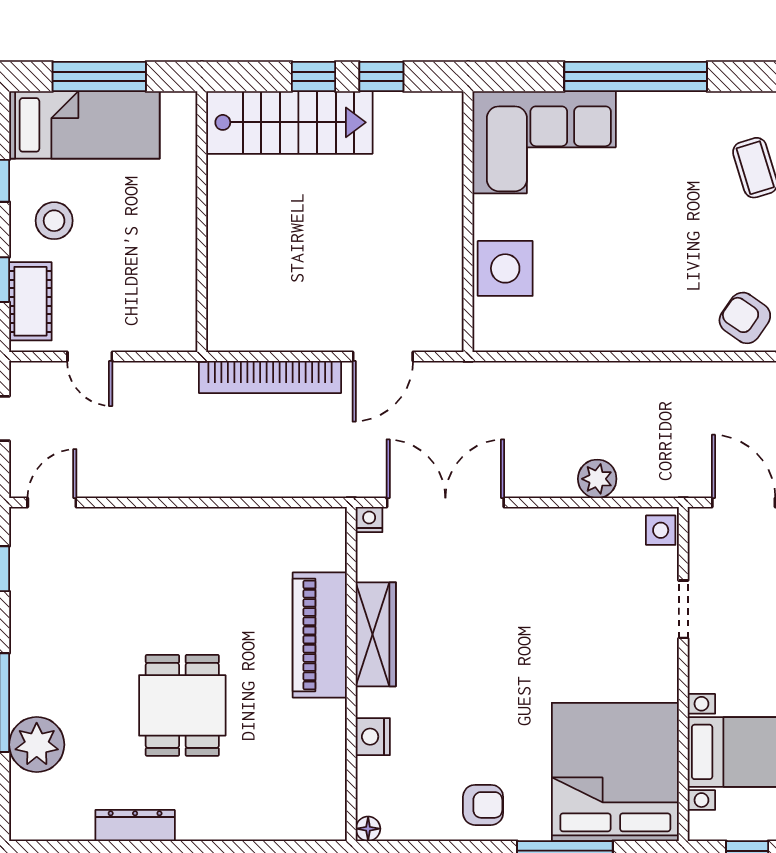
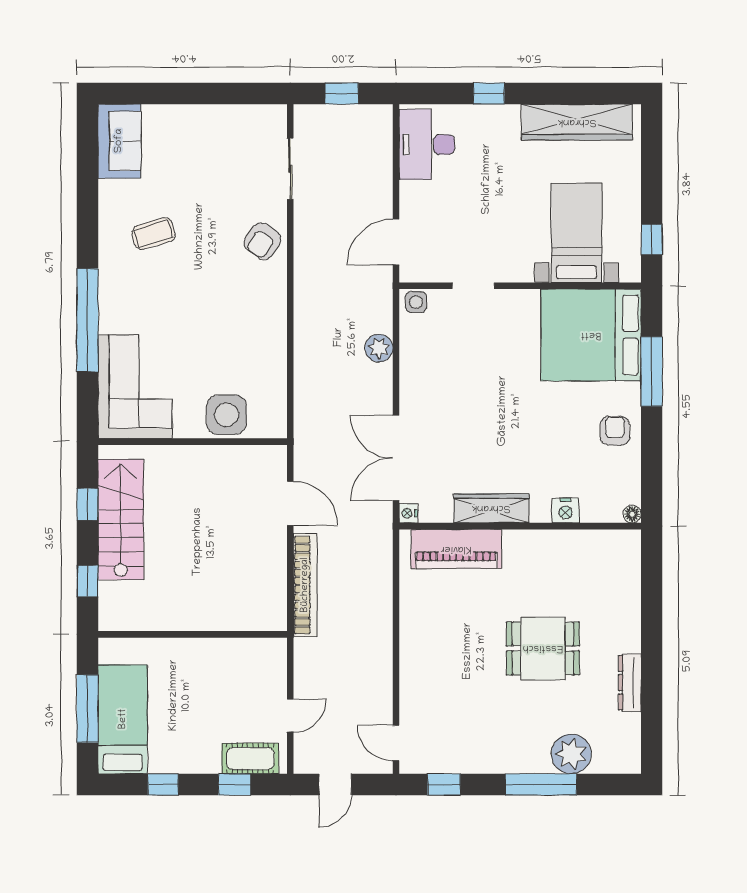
window: (314, 76) -> (87, 581), moved
stairs: (289, 122) -> (121, 519), moved
stool: (54, 221) -> (192, 741), removed
piano: (320, 635) -> (456, 549), moved

